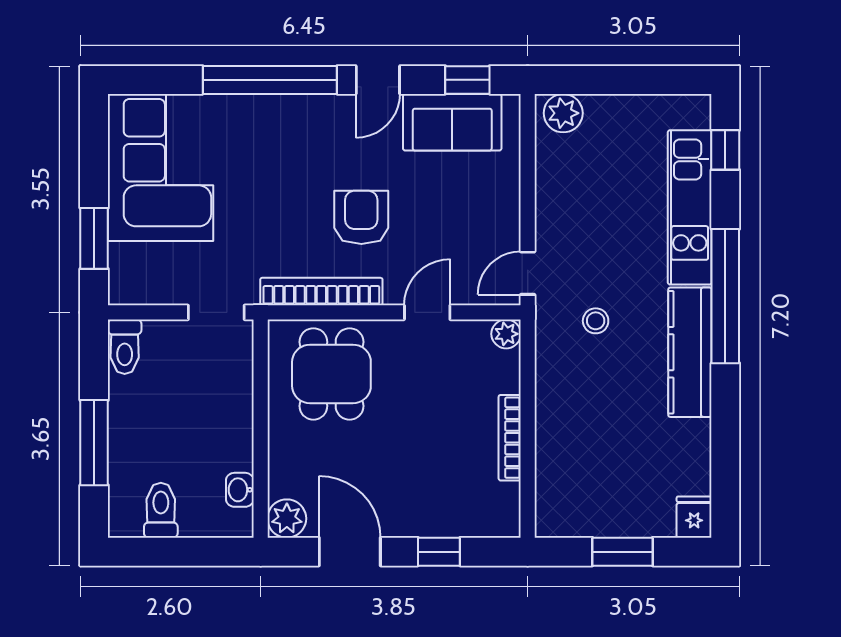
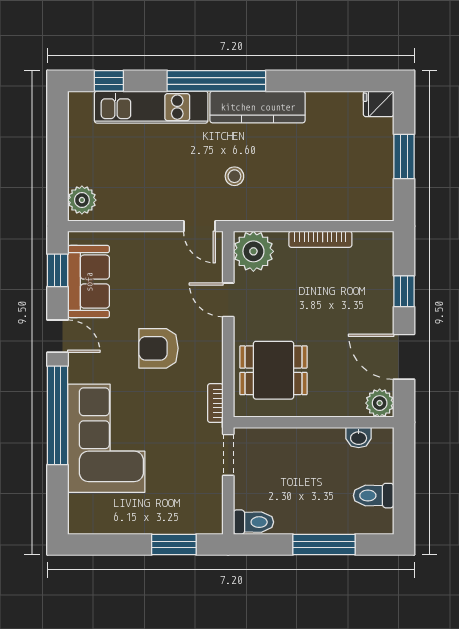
corner sofa: (161, 167) -> (106, 438), moved, turned 90
bookcase: (321, 292) -> (215, 403), width x0.43, depth x0.76
plant: (506, 334) -> (253, 251), width x1.87, depth x1.87
door: (350, 552) -> (404, 357), hinge flipped

